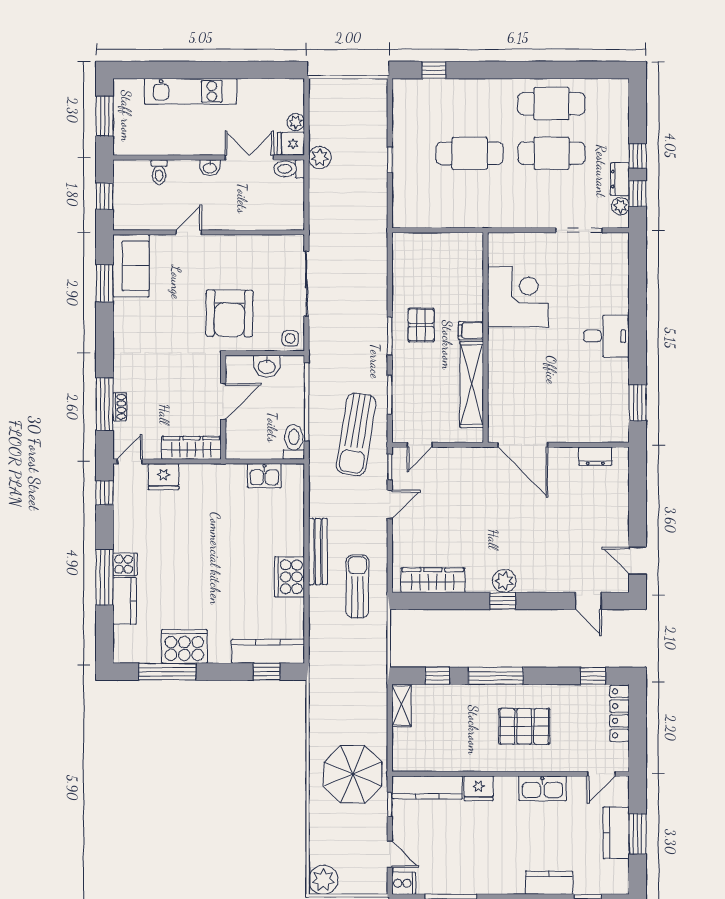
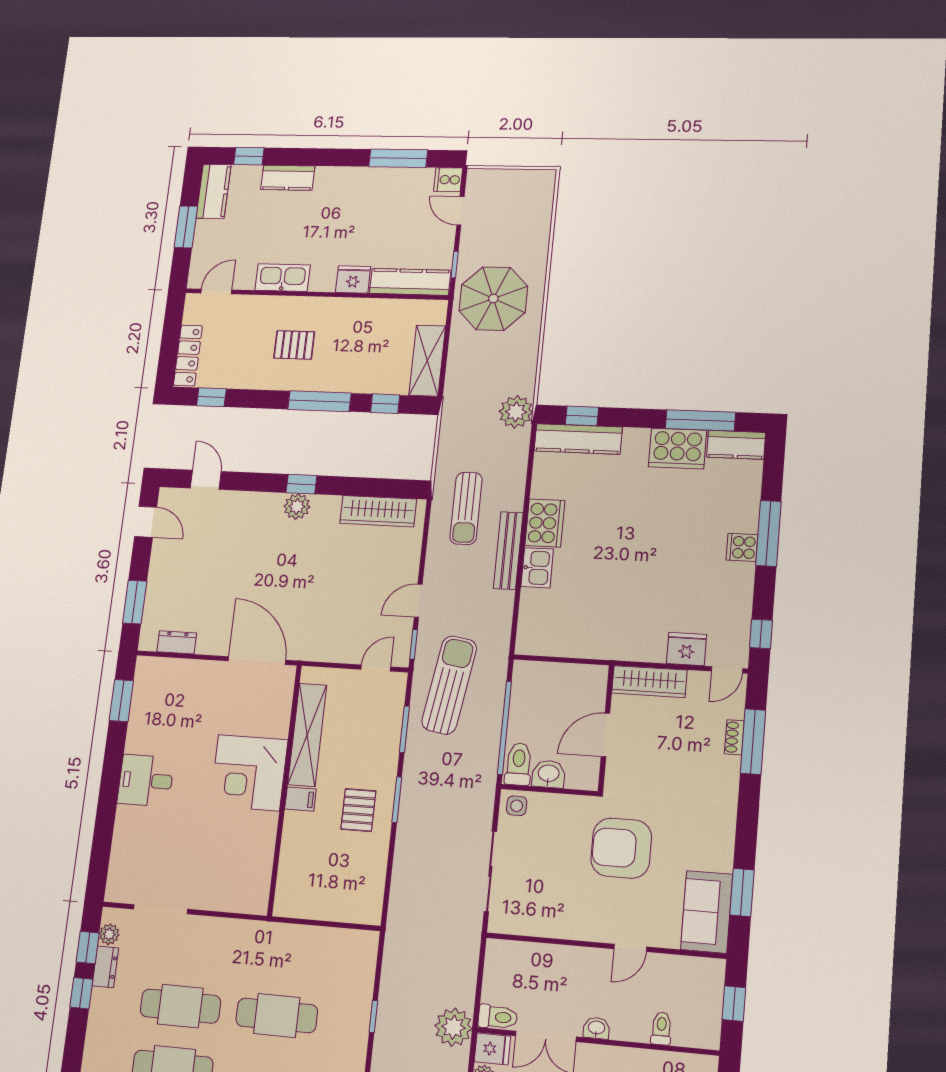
plant: (320, 158) -> (453, 1027), width x1.36, depth x1.36
corner desk: (518, 297) -> (249, 773), moved
armchair: (229, 313) -> (621, 848), moved, turned -91
toilet: (294, 442) -> (519, 764), moved, turned 180
kitchen sink: (264, 476) -> (537, 568), moved, turned 90
window: (638, 489) -> (135, 602), added
kitchen counter: (125, 601) -> (736, 445), moved, turned -90
shelving: (401, 705) -> (427, 361), width x1.50, depth x1.33
pallet: (524, 726) -> (294, 345), width x0.67, depth x0.71
kitchen counter: (616, 833) -> (214, 191), moved
plant: (323, 880) -> (516, 412), moved

